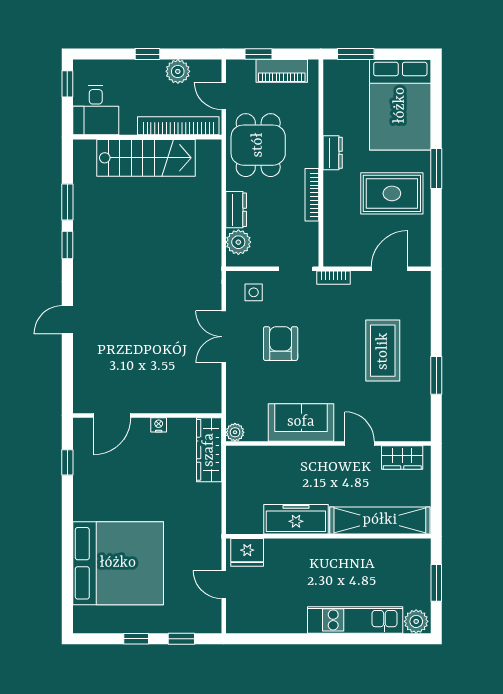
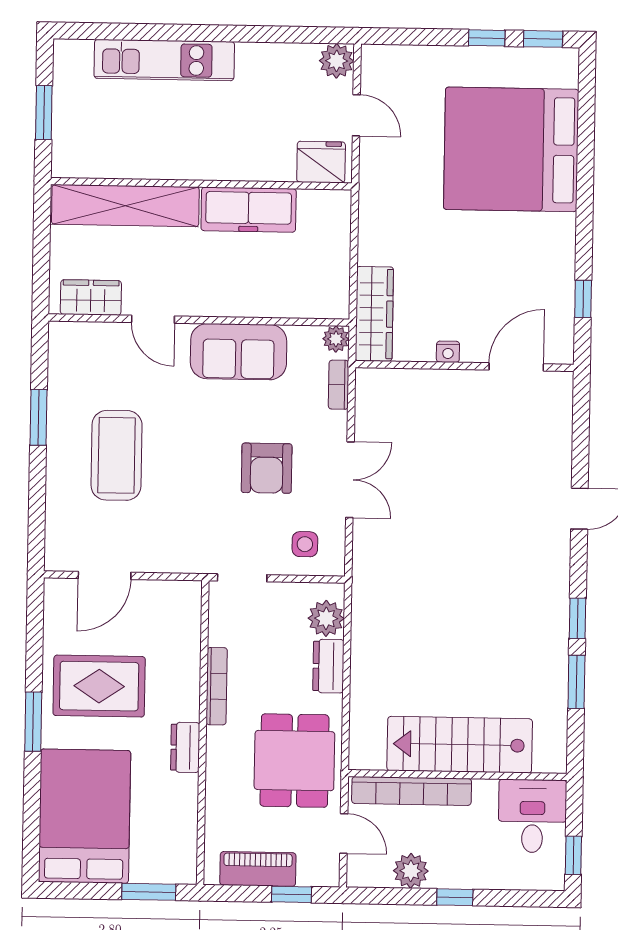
bookcase: (334, 278) -> (339, 385), moved, turned -90
plant: (416, 621) -> (337, 61), moved
window: (181, 639) -> (543, 39), moved

